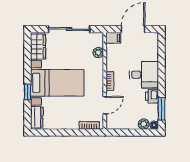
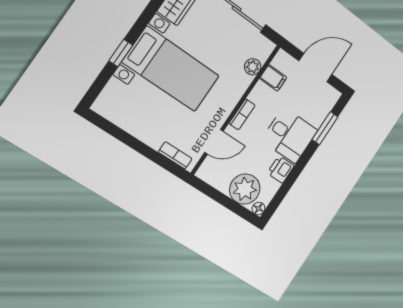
filing cabinet: (113, 38) -> (273, 78), moved
window: (162, 109) -> (325, 128), moved
dresser: (37, 117) -> (110, 97), removed
plant: (144, 124) -> (245, 189), width x1.88, depth x1.88

